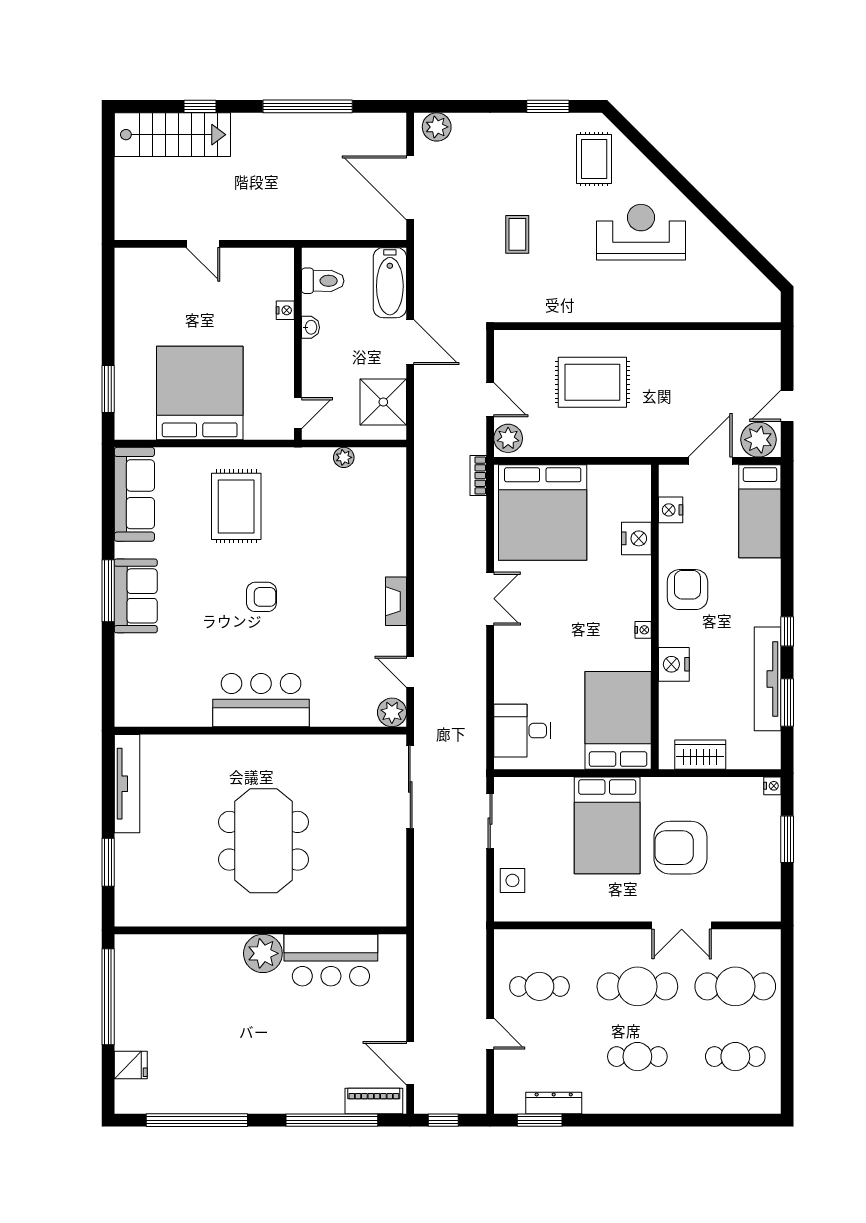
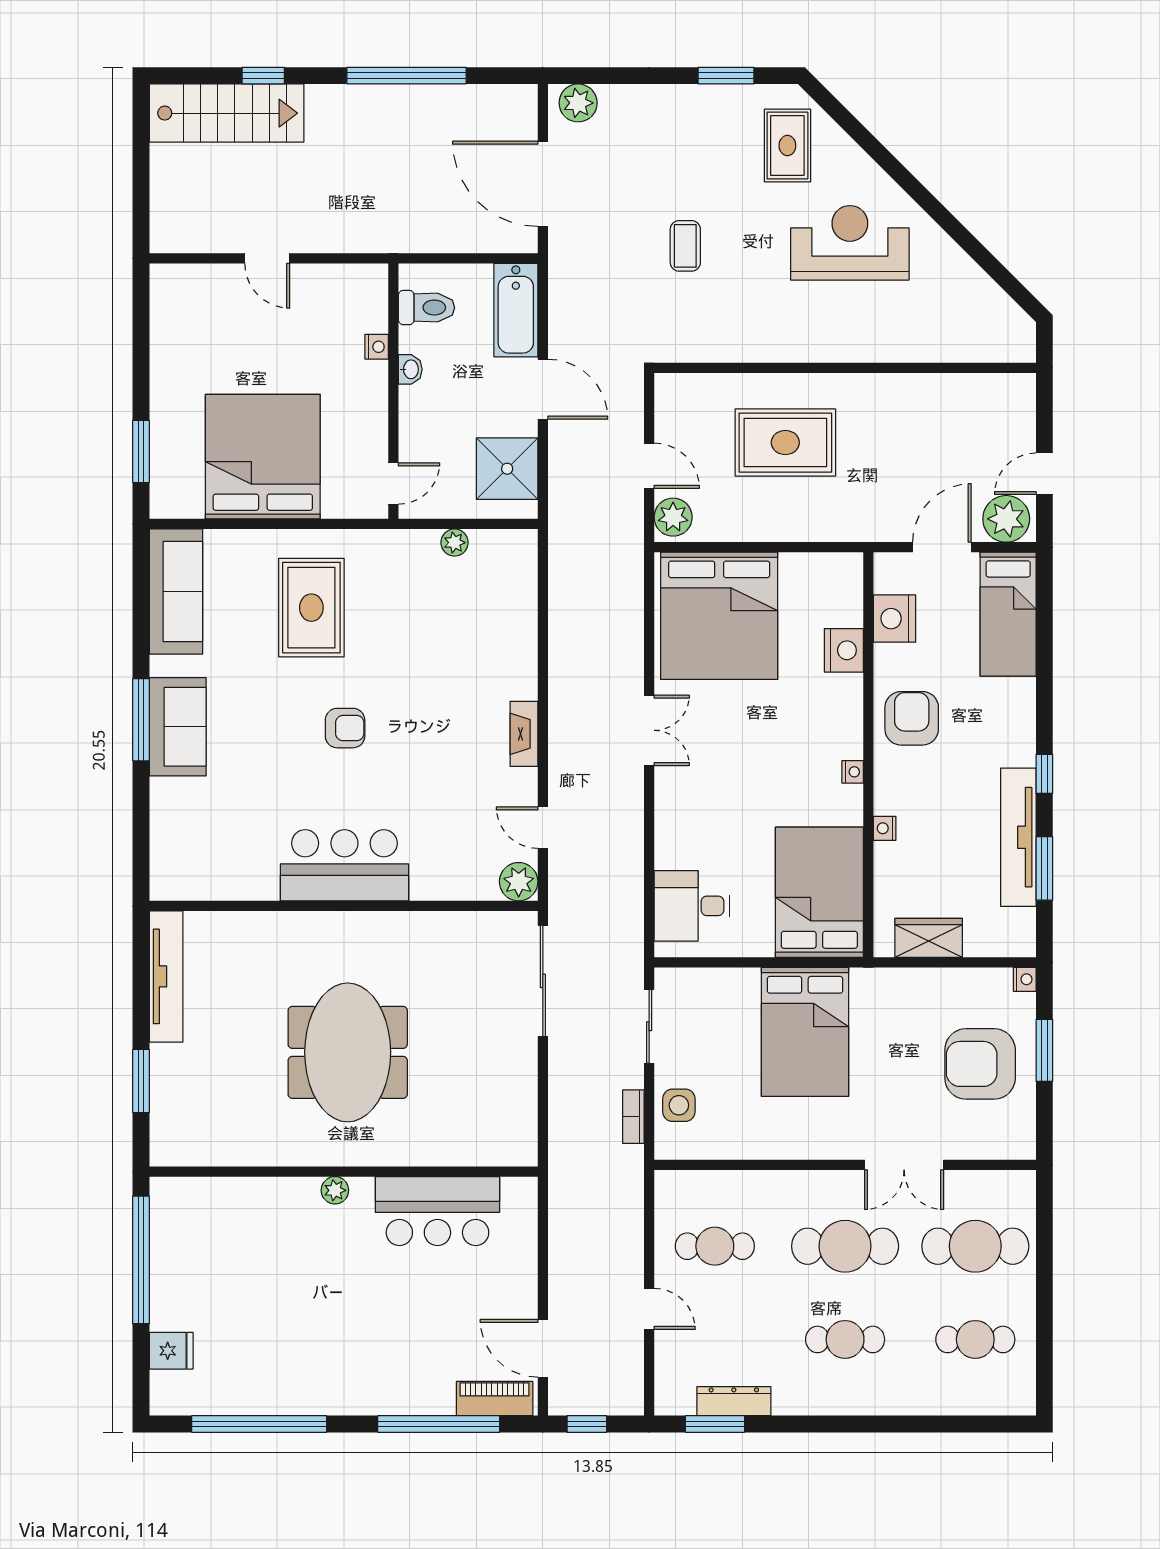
bookcase: (478, 476) -> (633, 1117), moved
nightstand: (671, 510) -> (894, 619), width x1.36, depth x1.33
nightstand: (674, 664) -> (885, 828), width x0.53, depth x0.56
armchair: (680, 848) -> (980, 1064), moved
plant: (263, 953) -> (335, 1190), width x0.53, depth x0.53

